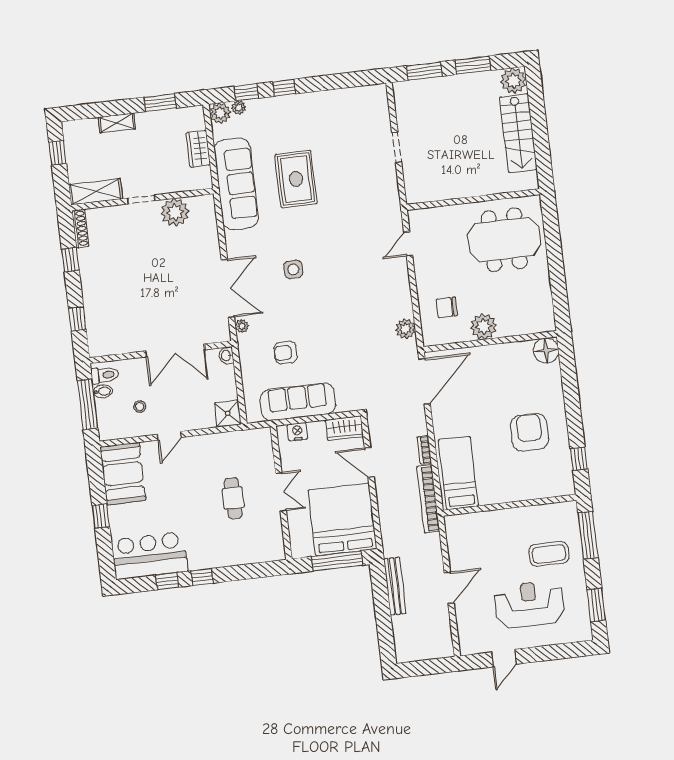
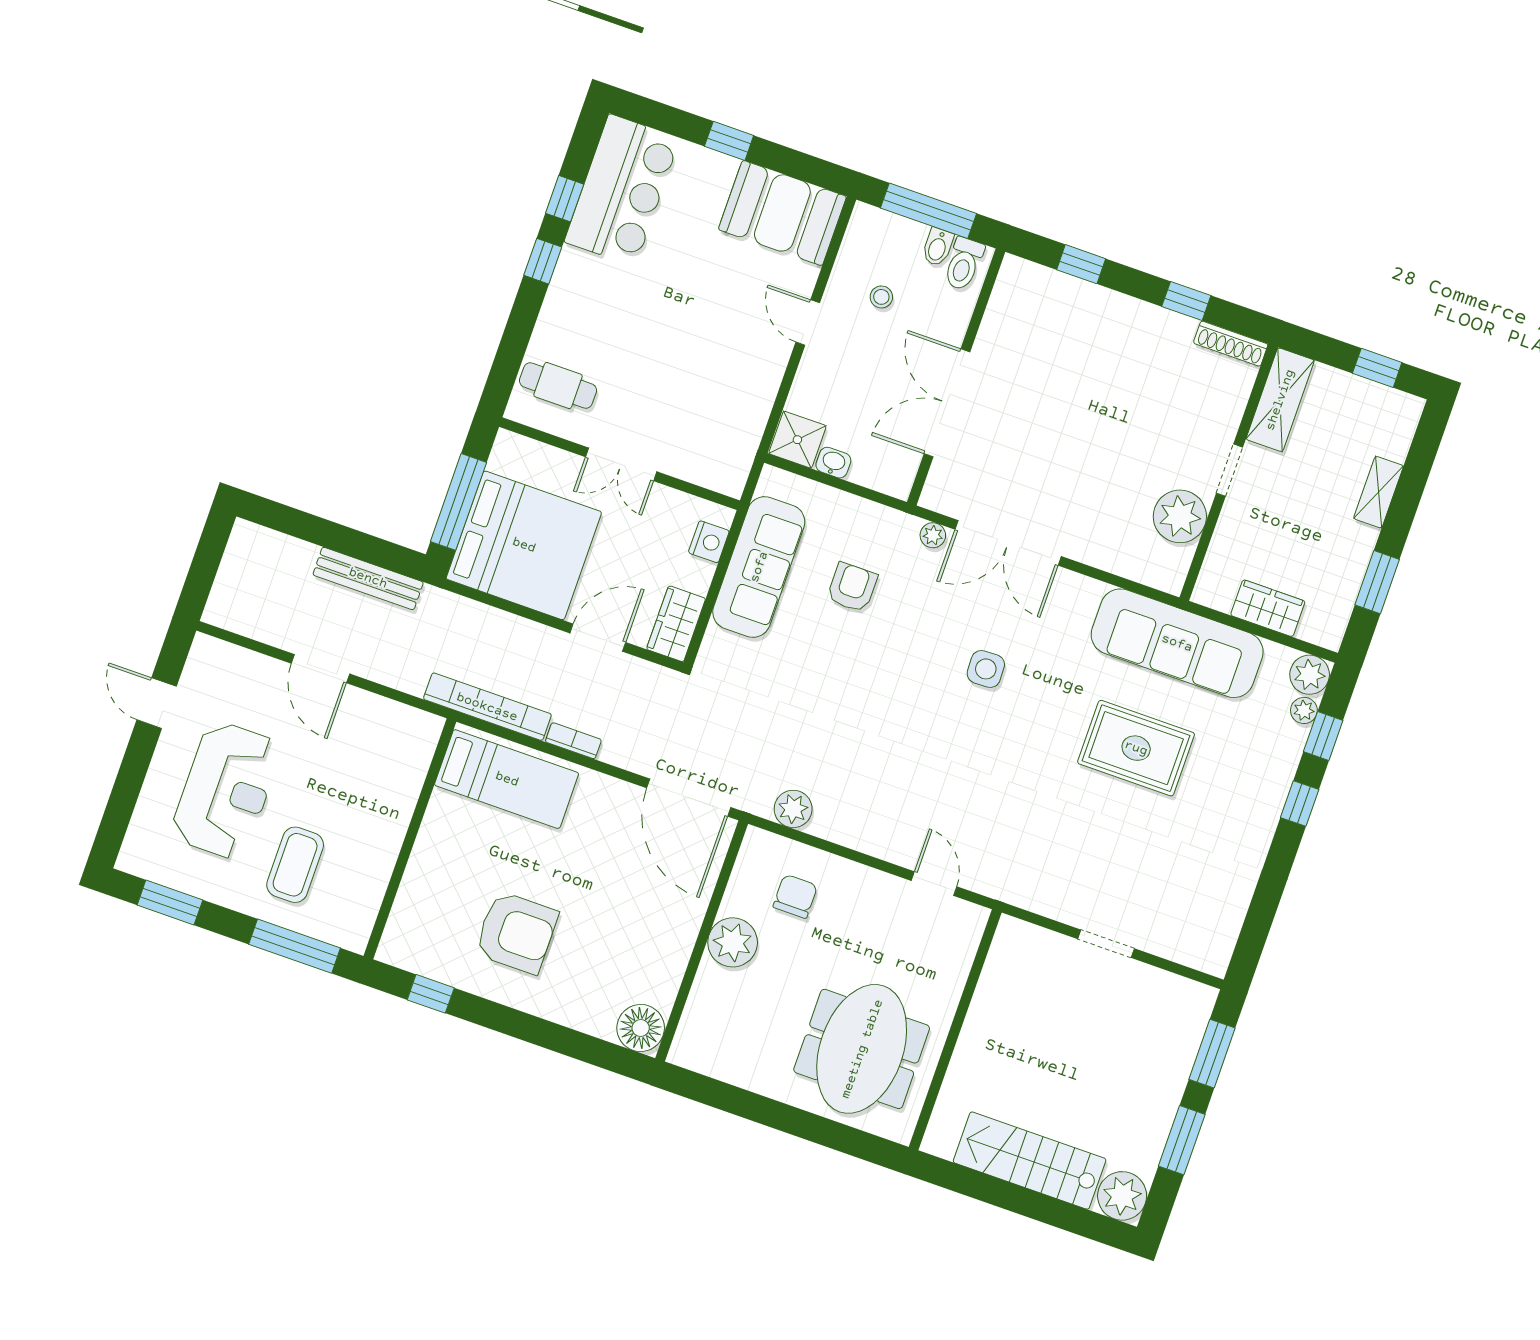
washbasin: (226, 356) -> (833, 463), moved
cafe table: (233, 498) -> (558, 386), moved

